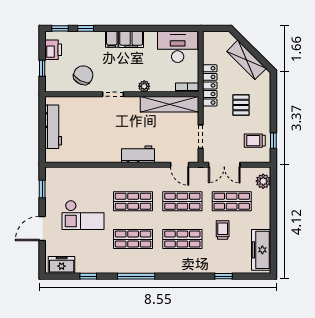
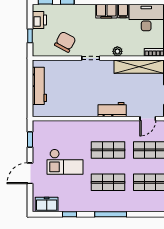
filing cabinet: (112, 39) -> (123, 11), moved
door: (180, 165) -> (148, 119), hinge flipped

